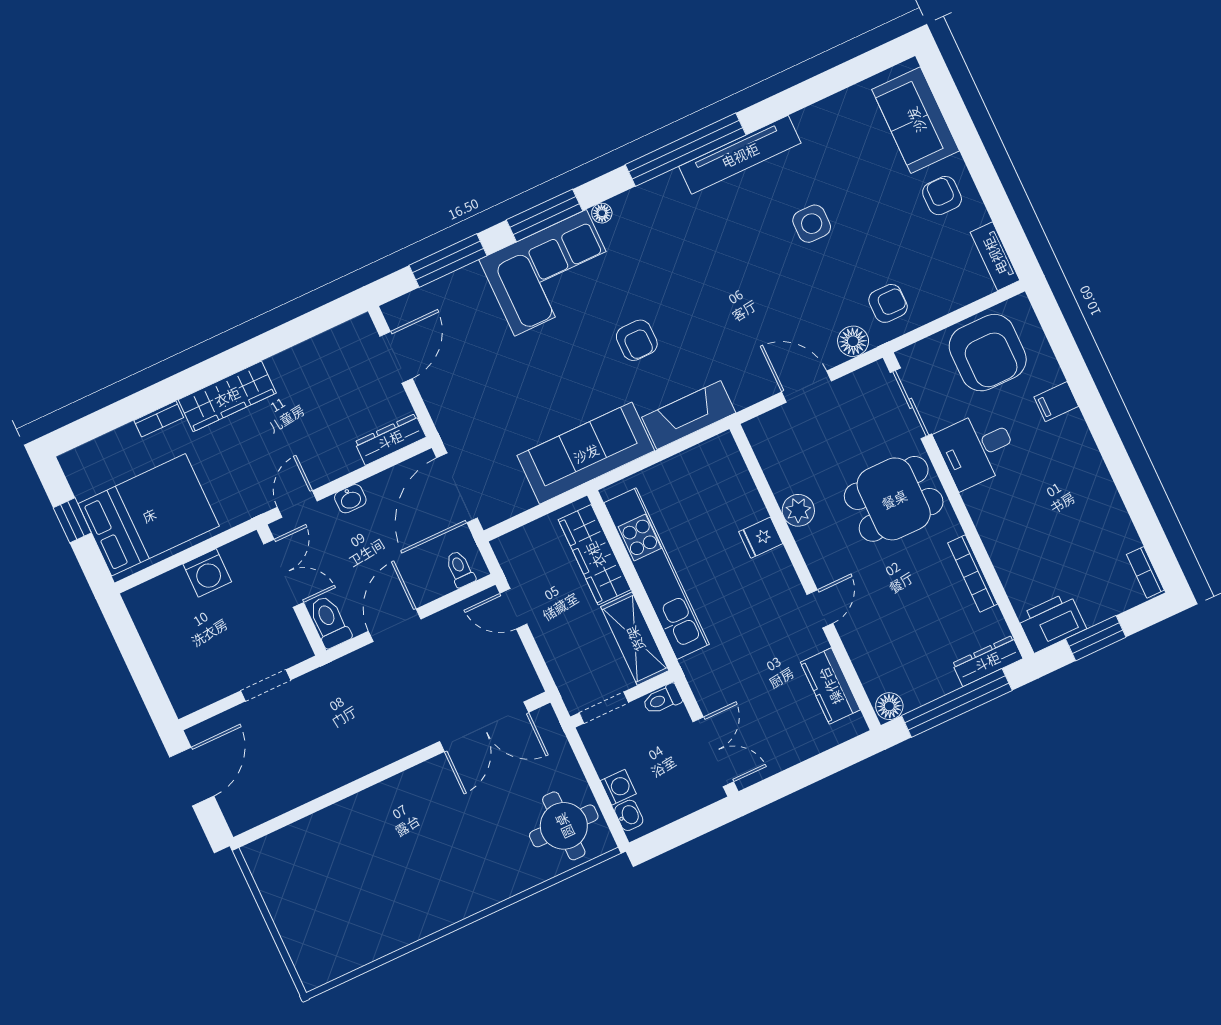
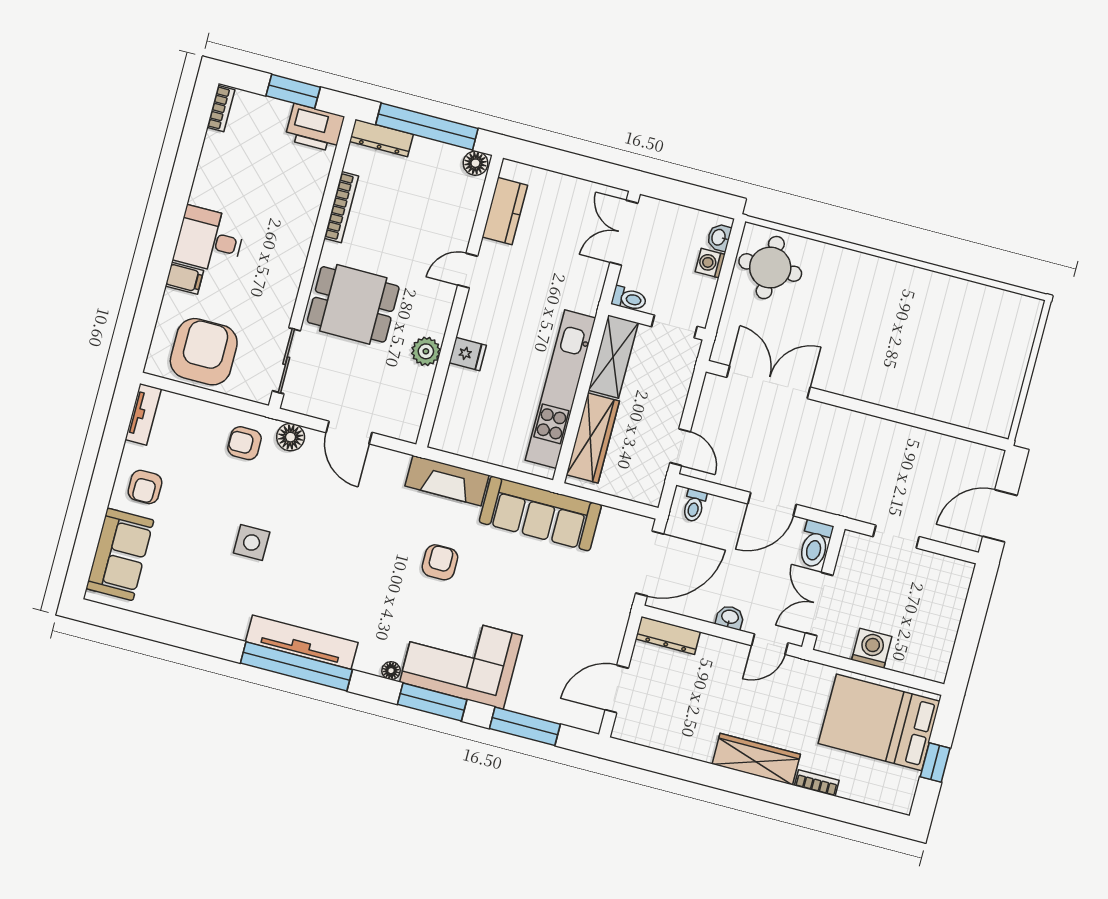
tv unit: (740, 155) -> (302, 642), moved
desk: (977, 449) -> (210, 240), moved, turned 180

